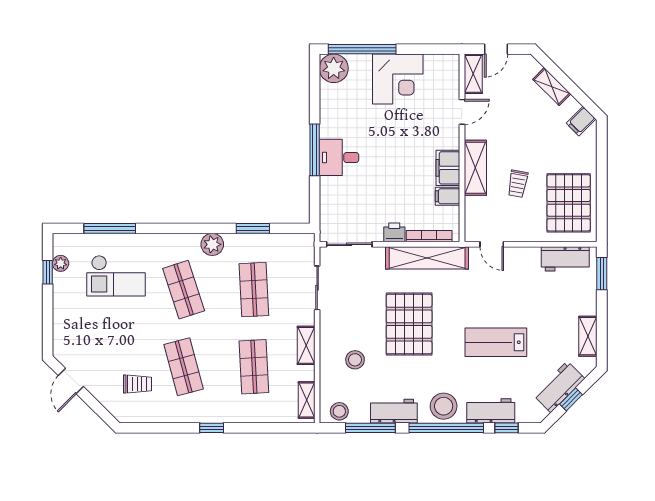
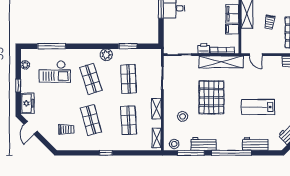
window: (48, 272) -> (18, 86), moved
freezer: (65, 335) -> (27, 103), added
stool: (444, 406) -> (230, 141), removed
window: (507, 428) -> (264, 153), removed

